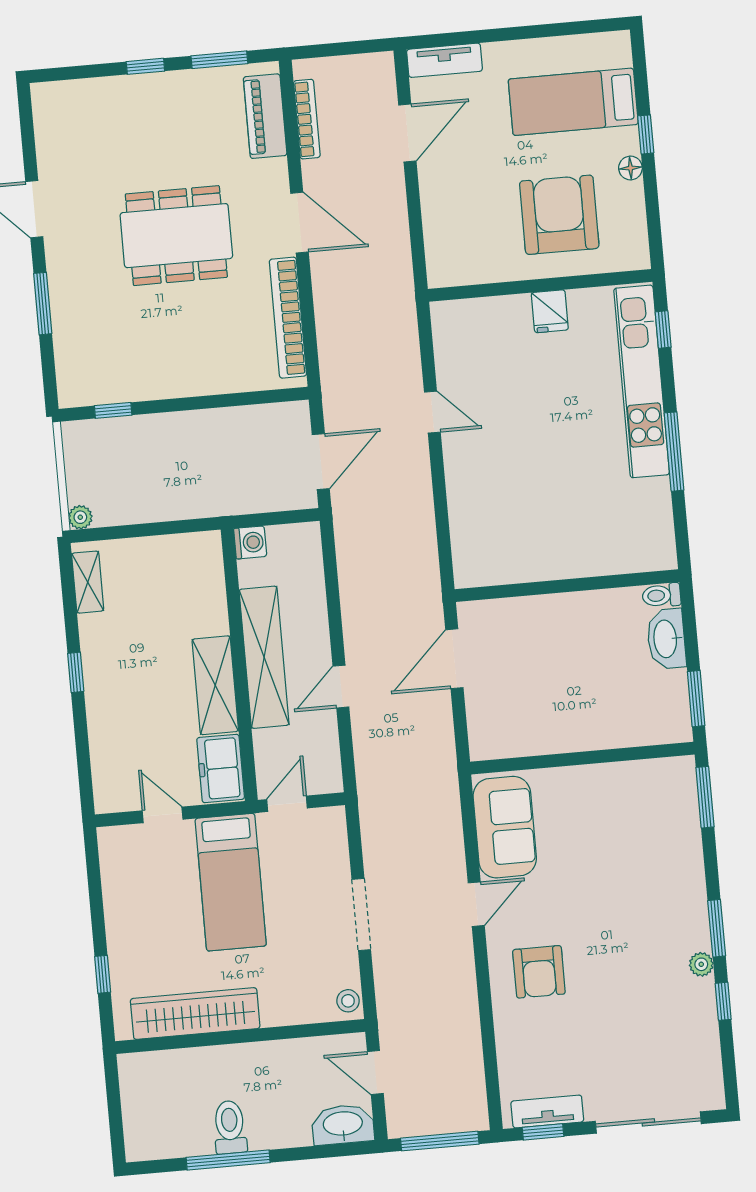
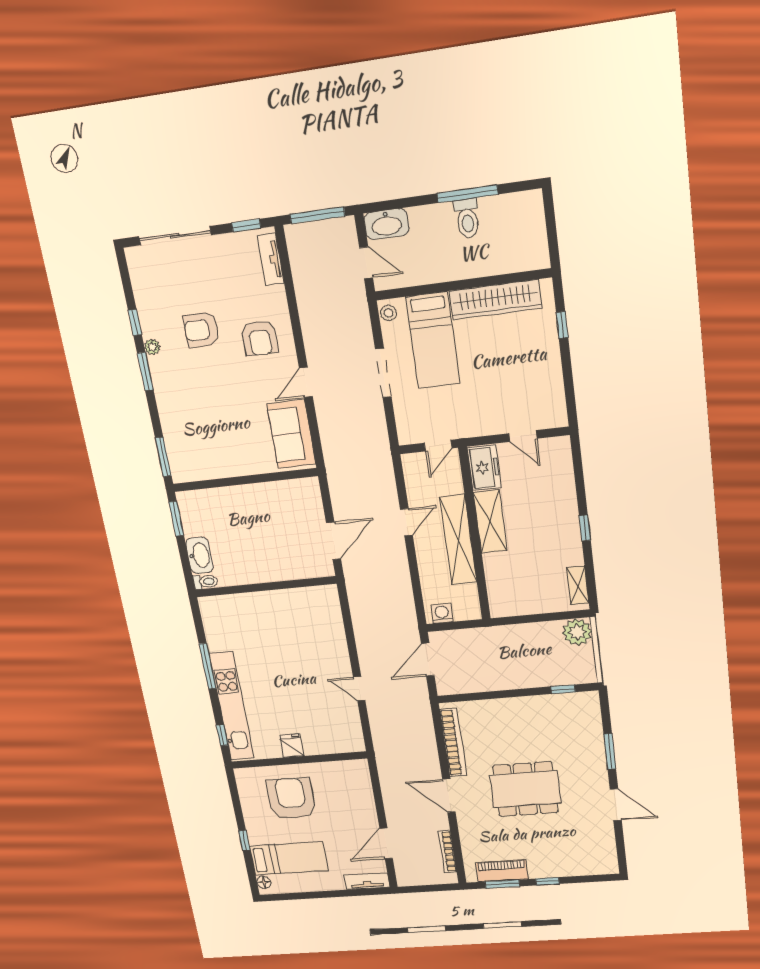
piano: (265, 116) -> (502, 871), moved, turned -90
floor lamp: (630, 168) -> (264, 882), moved
armchair: (559, 215) -> (291, 798), turned 180
plant: (80, 517) -> (577, 632), width x1.88, depth x1.88
washing machine: (250, 542) -> (442, 613), moved, turned 90
bed: (231, 882) -> (433, 340), moved, turned 180
armchair: (539, 972) -> (260, 338), turned 180
armchair: (624, 987) -> (202, 330), added
tv unit: (547, 1111) -> (271, 259), moved, turned 90

